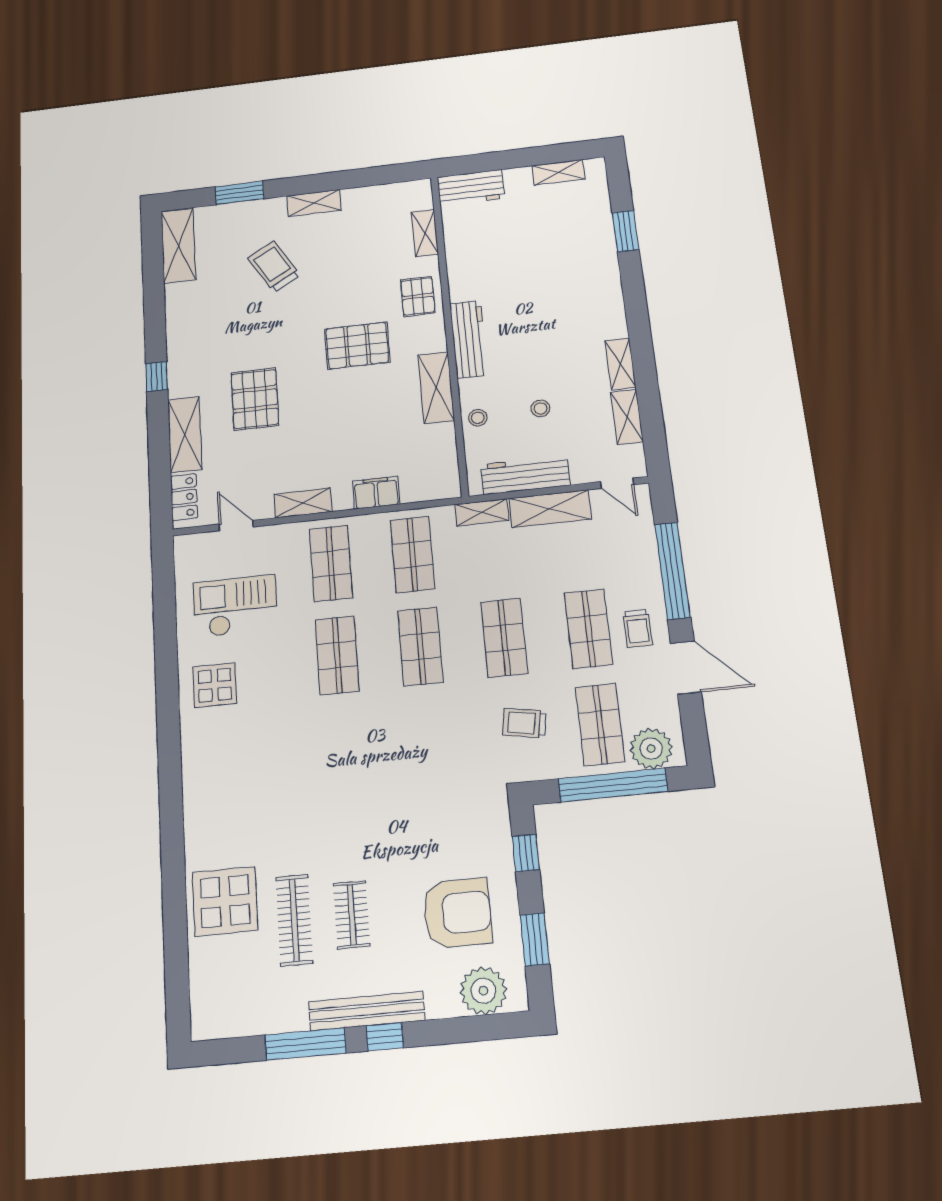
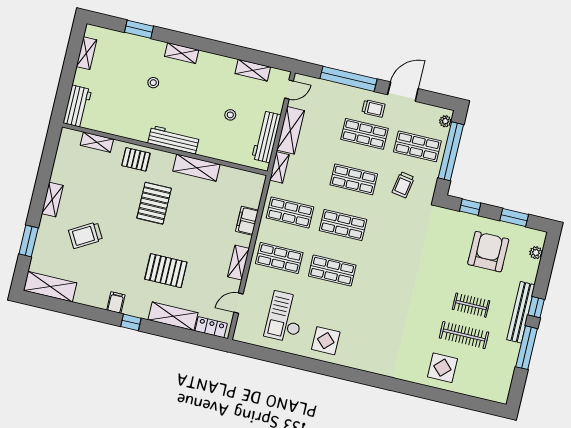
filing cabinet: (182, 345) -> (116, 303), added
shelving: (620, 364) -> (182, 53), moved
stool: (478, 418) -> (153, 83), moved
plant: (651, 749) -> (445, 121), width x0.53, depth x0.53
display table: (225, 901) -> (442, 368), width x0.73, depth x0.73
plant: (483, 991) -> (536, 253), width x0.53, depth x0.53

